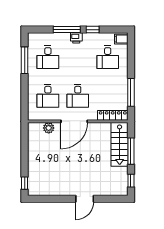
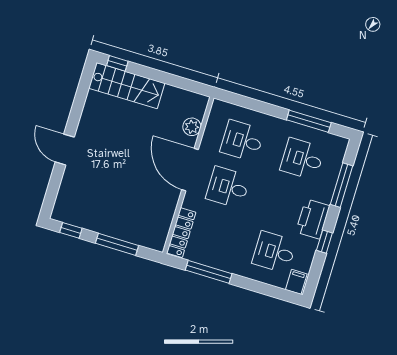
window: (67, 30) -> (341, 185), moved
printer: (76, 38) -> (313, 219), width x1.87, depth x1.48
stairs: (120, 144) -> (127, 86), moved, turned 180

